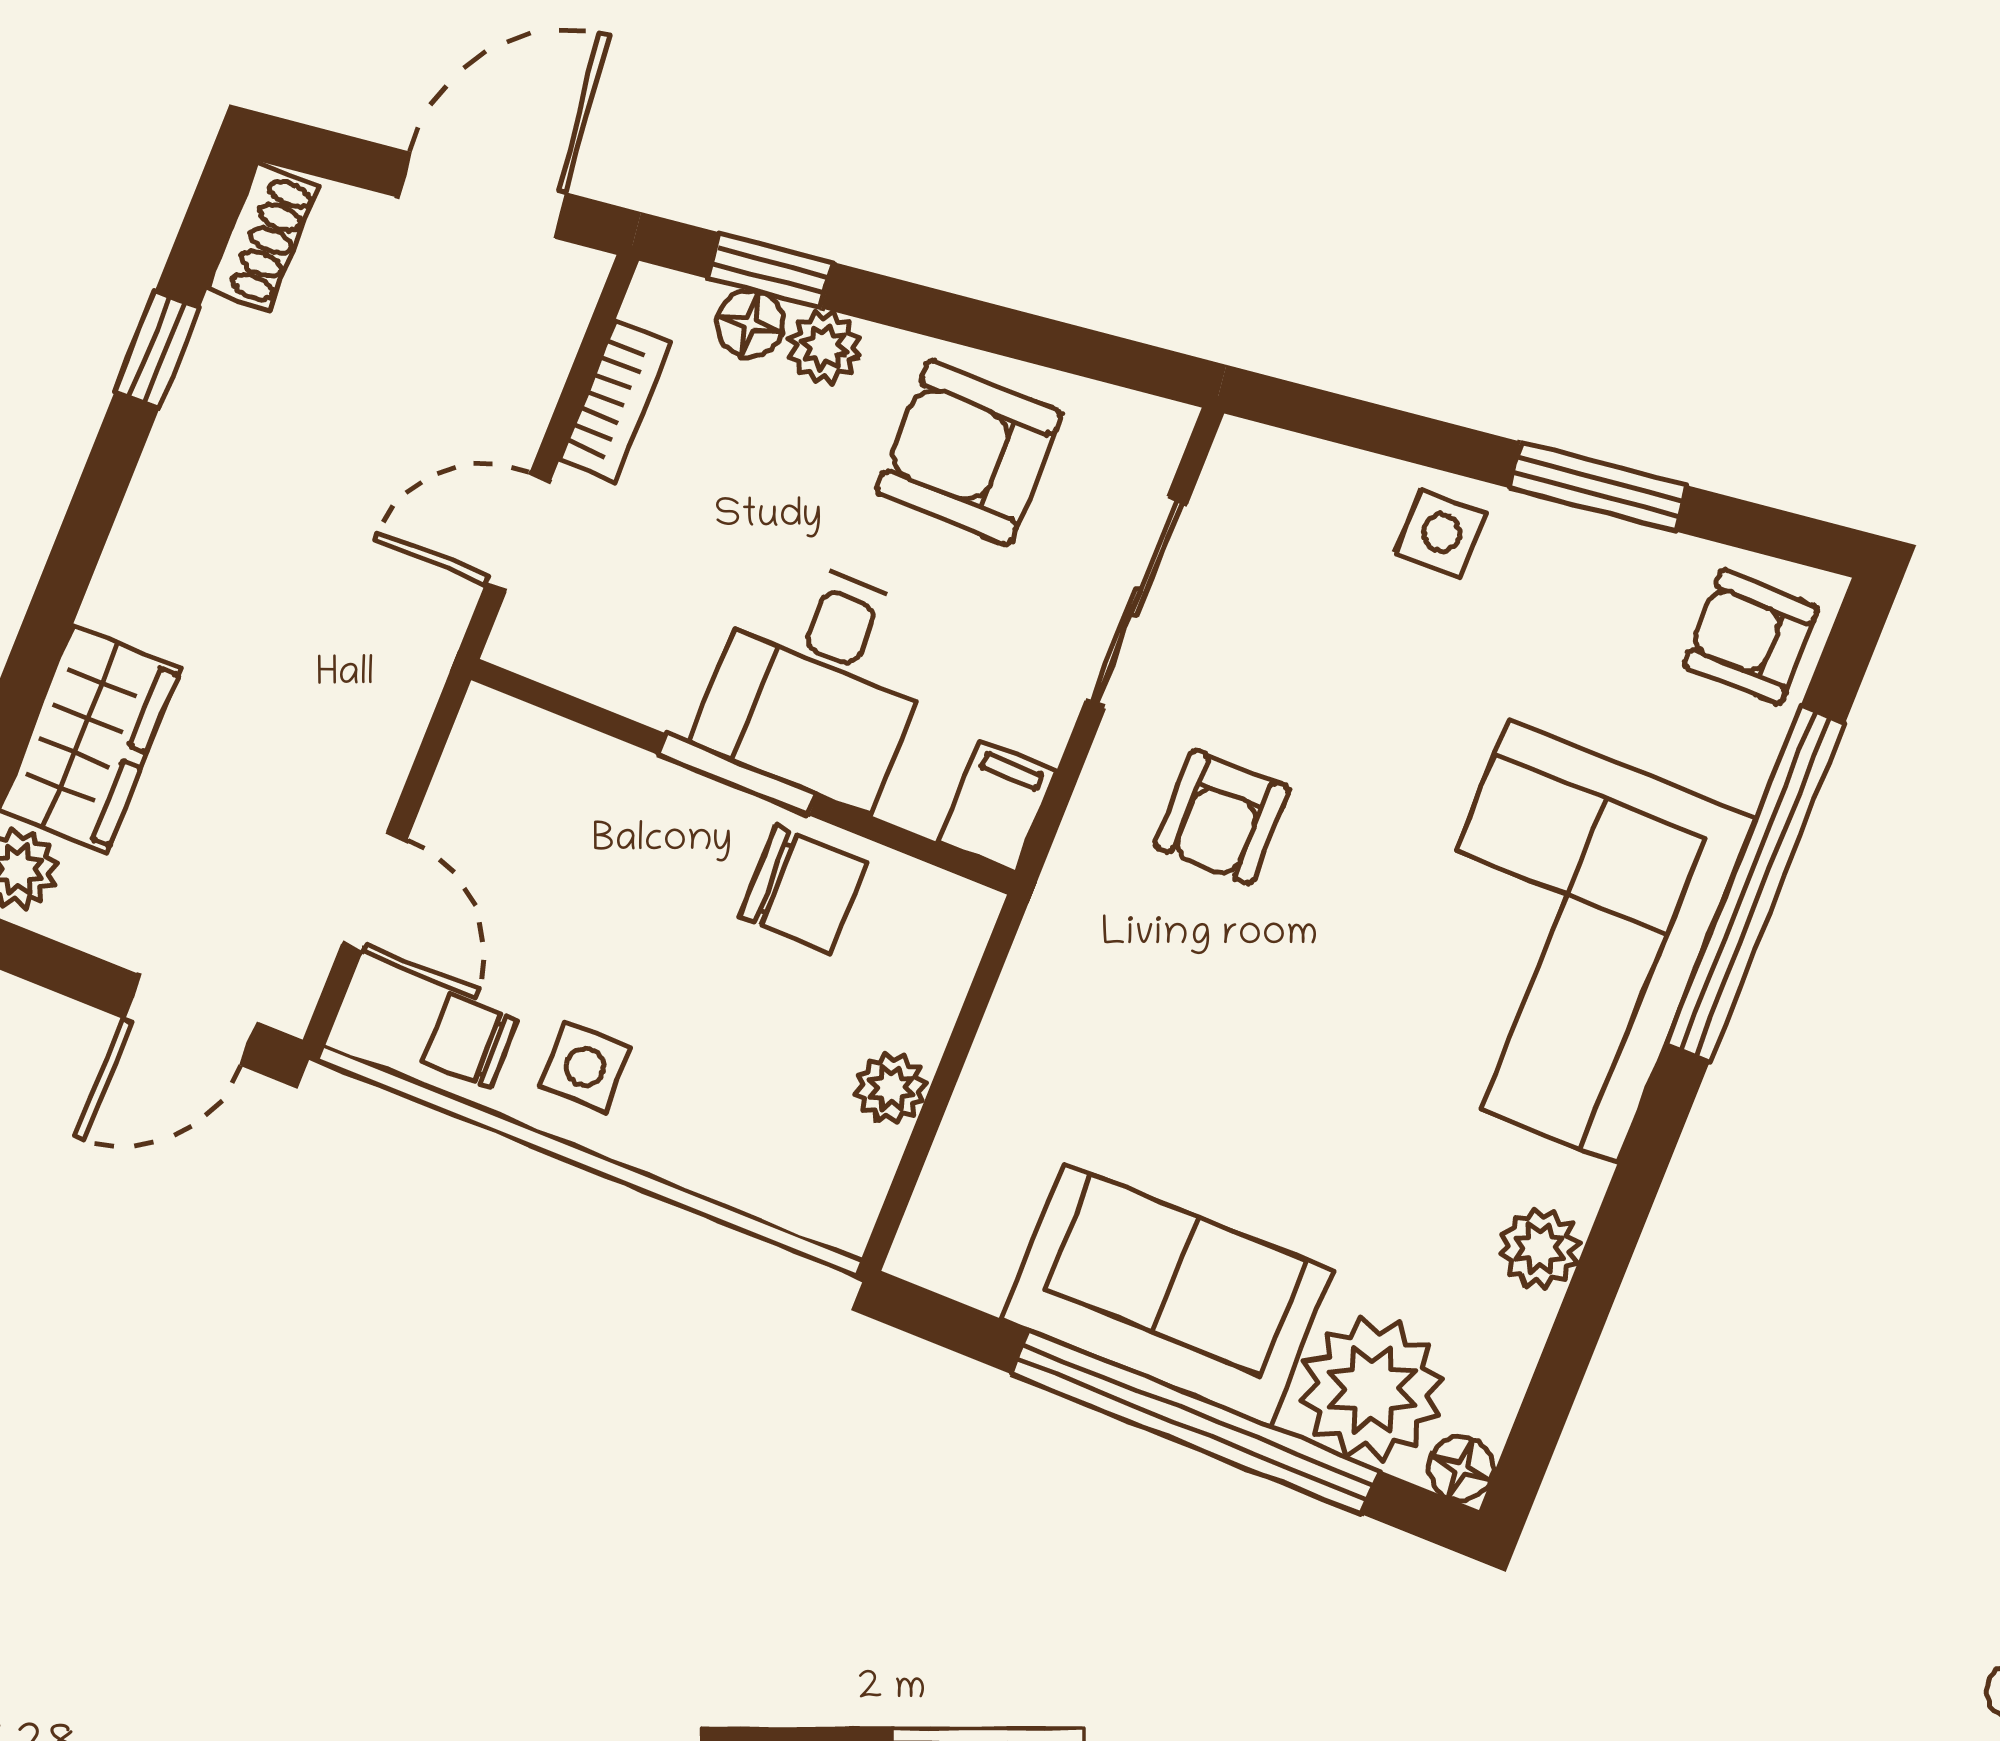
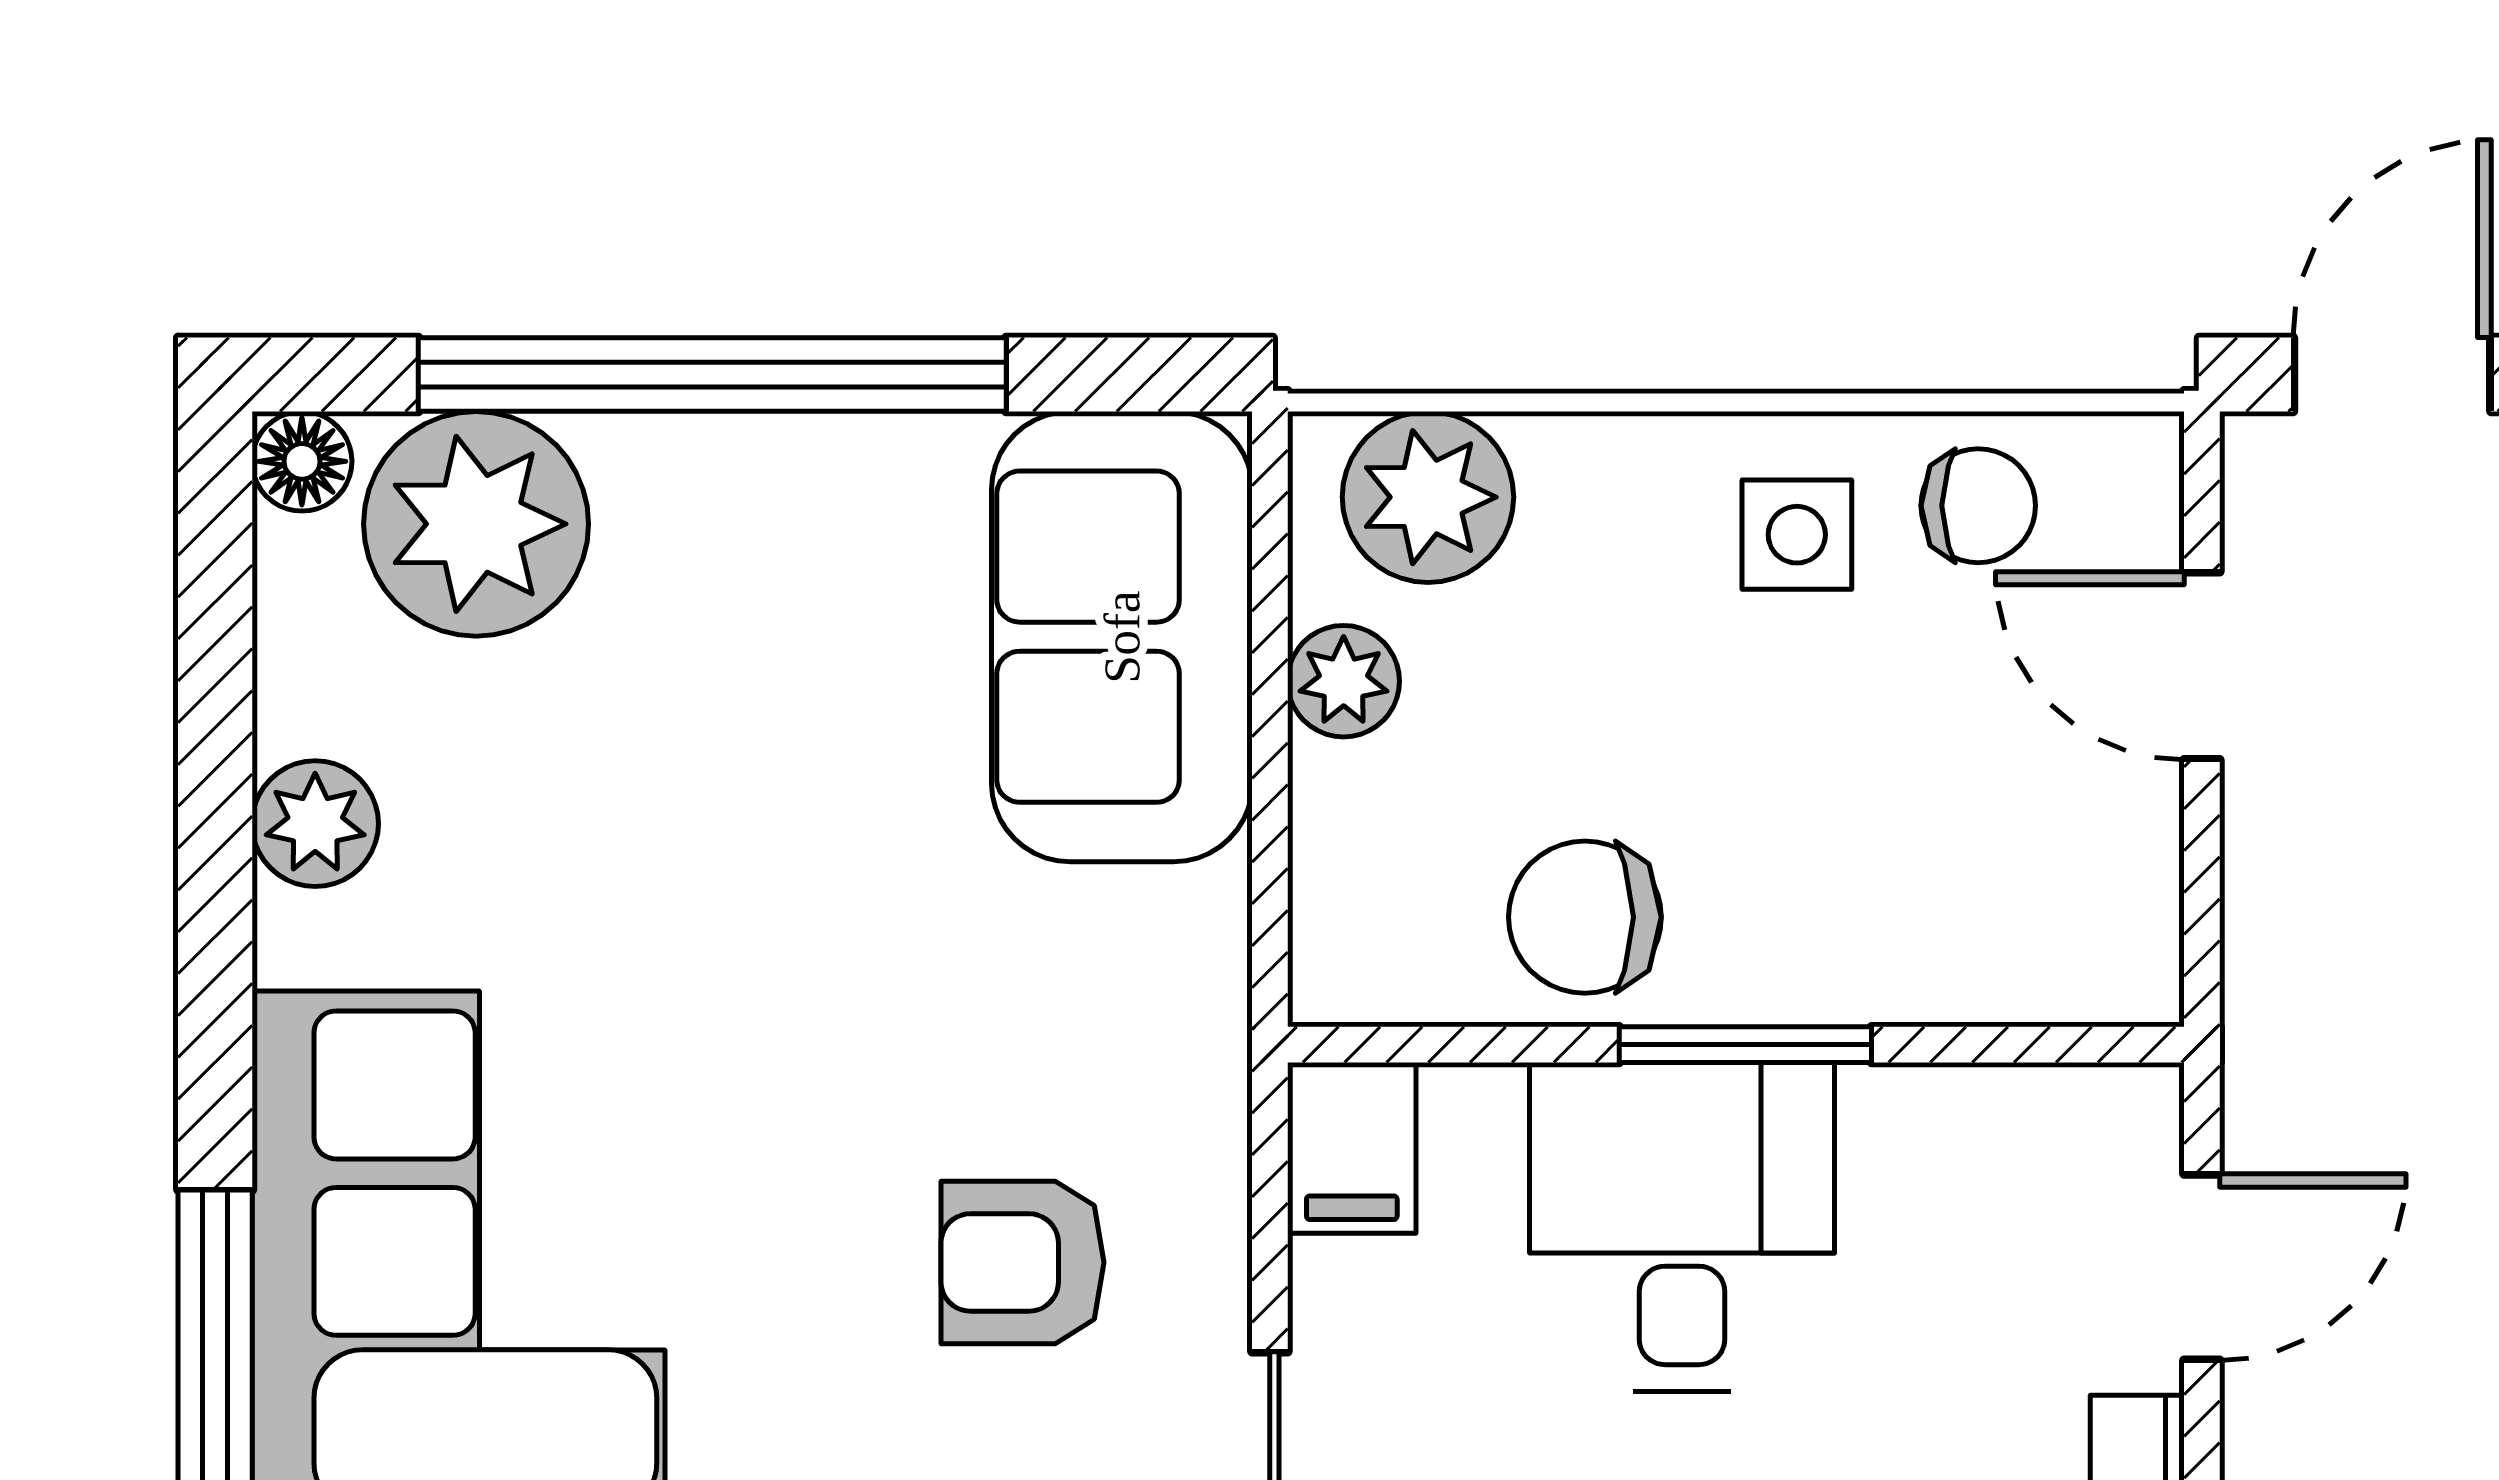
armchair: (1222, 817) -> (1022, 1262), turned -90
plant: (797, 1178) -> (1428, 497), added
sofa: (1167, 1295) -> (1122, 637), moved, turned 90

